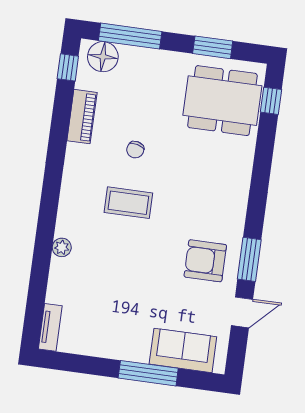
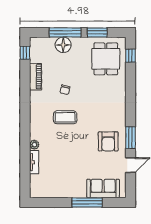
window: (130, 36) -> (65, 32), moved
floor lamp: (103, 57) -> (63, 45), moved
dining table: (222, 101) -> (106, 59), width x0.73
armchair: (205, 261) -> (108, 141), turned -90
tv unit: (50, 327) -> (34, 162), moved

